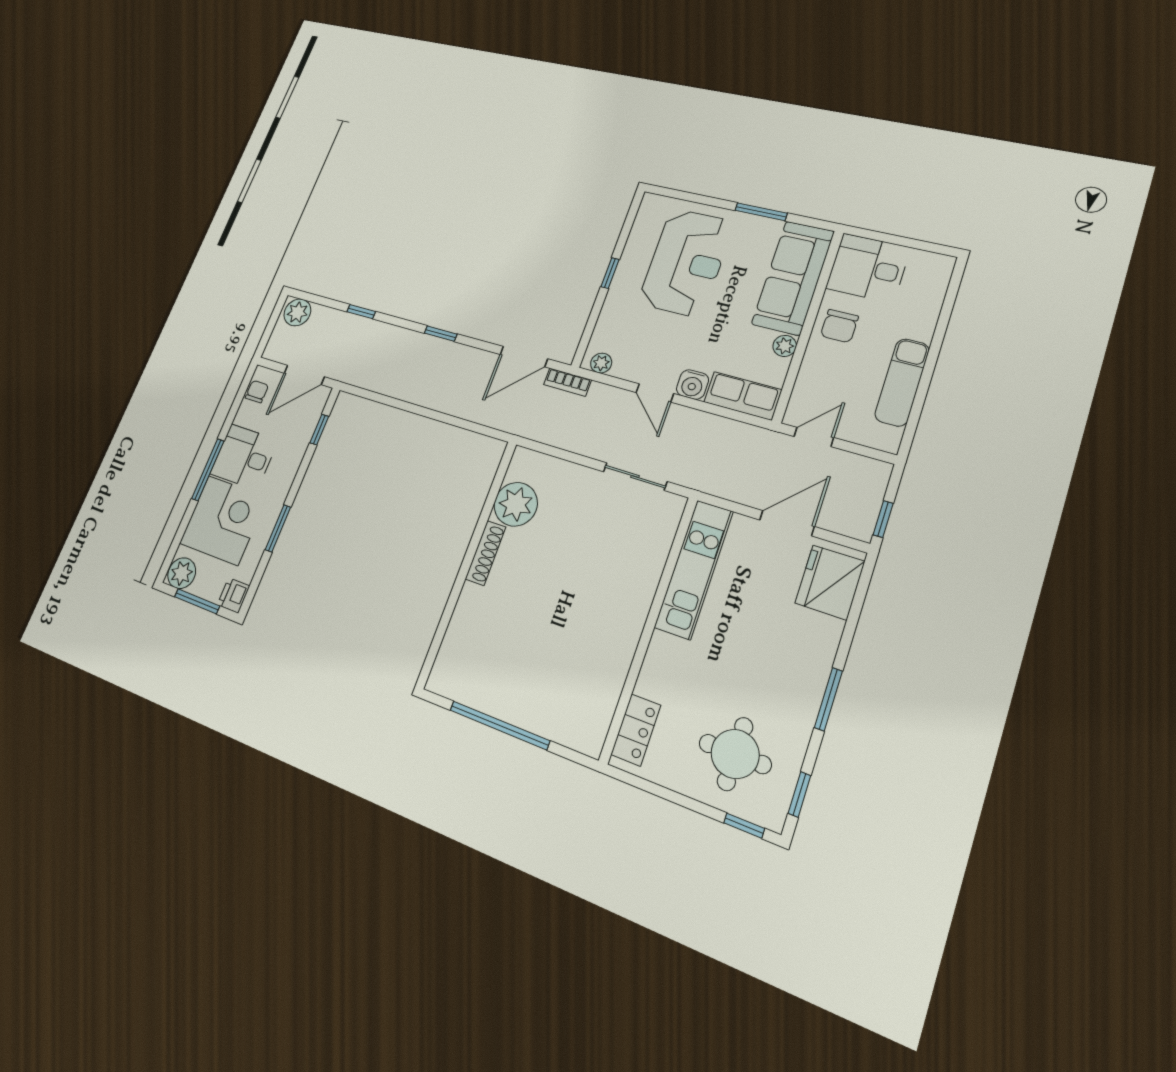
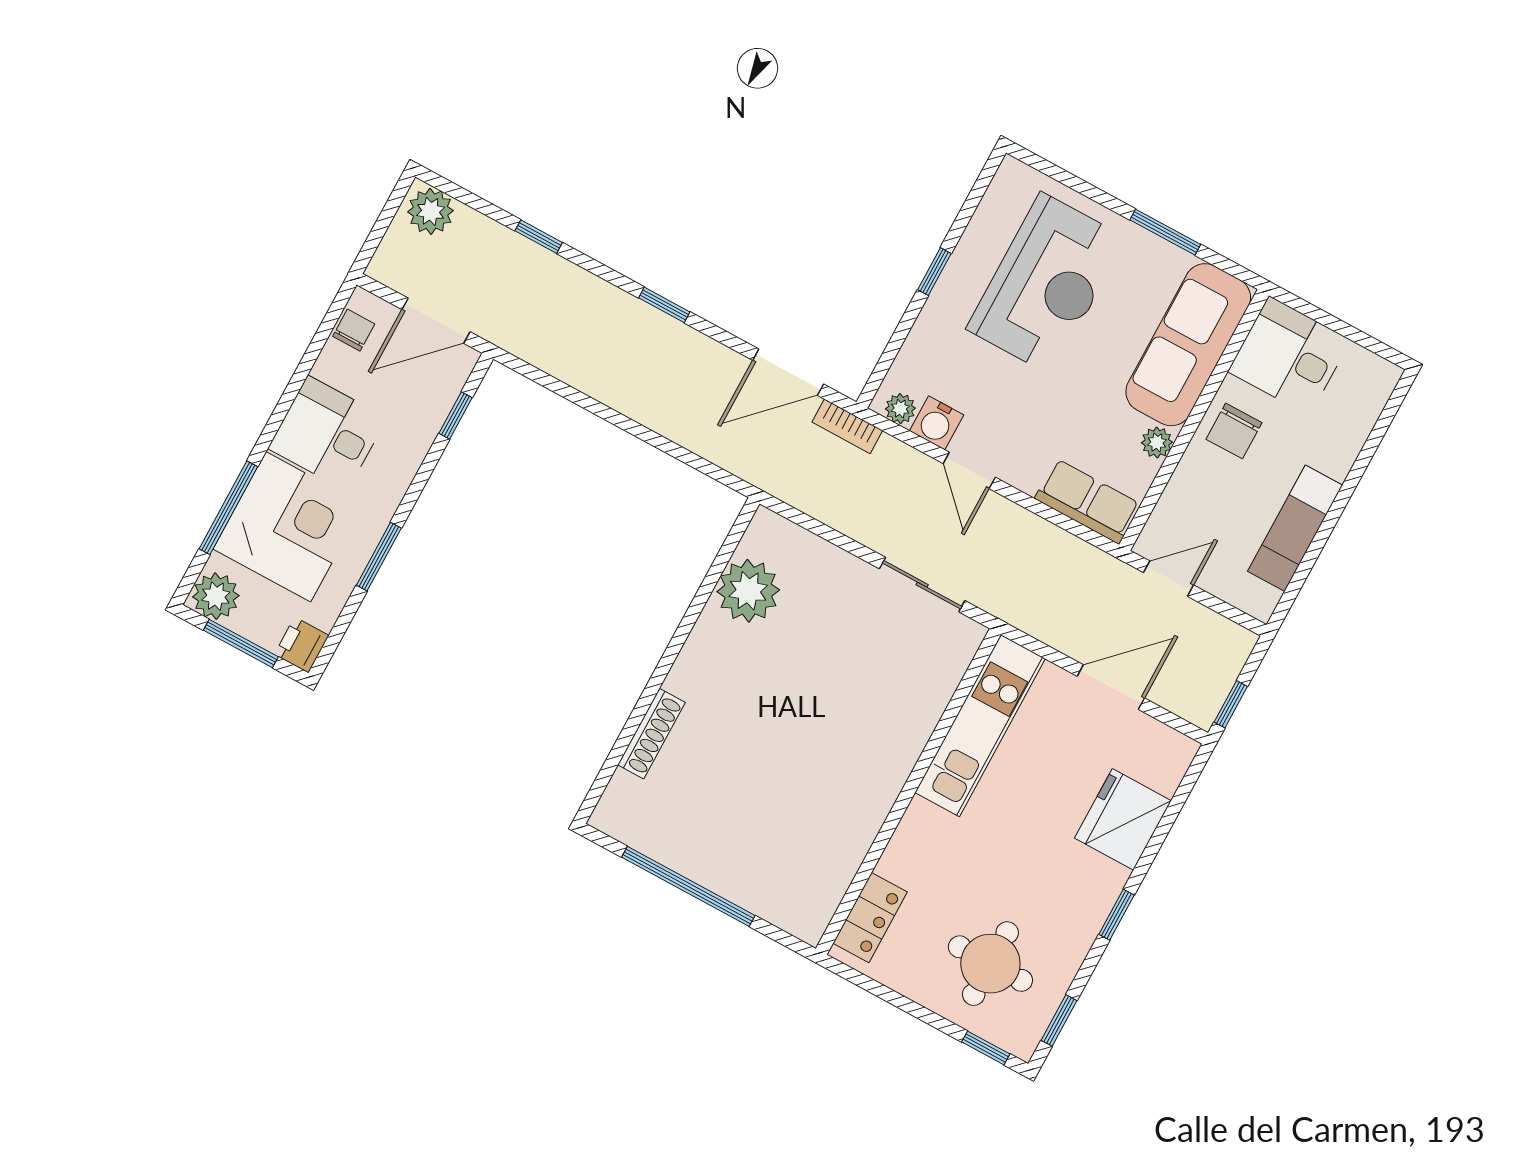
water cooler: (692, 385) -> (937, 423), moved
window: (208, 470) -> (228, 508), moved
shoe rack: (485, 553) -> (651, 734), moved
fridge: (830, 582) -> (1123, 819), moved
window: (828, 699) -> (1116, 915), width x0.67

